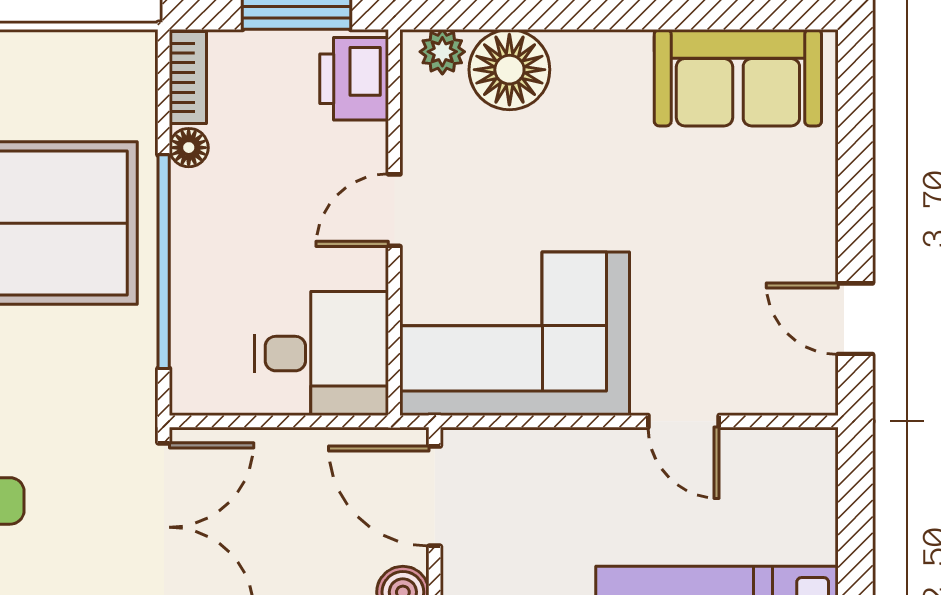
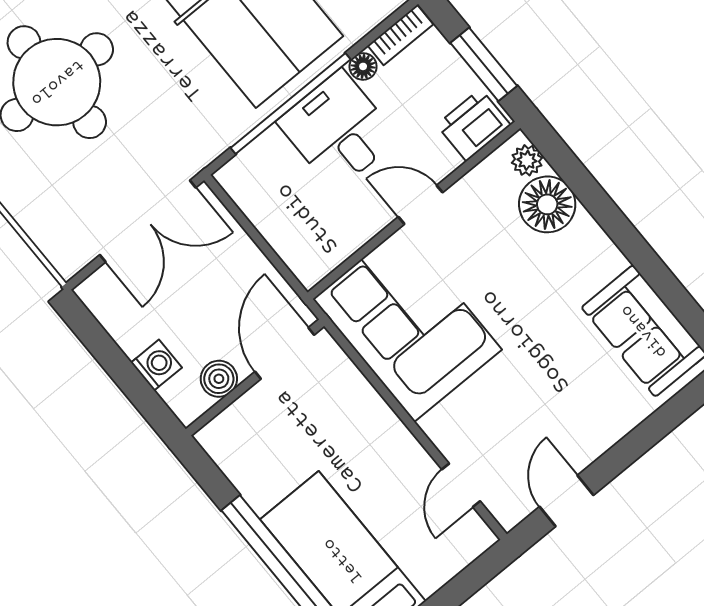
desk: (322, 354) -> (338, 130), moved, turned 180
door: (684, 421) -> (461, 485), moved

